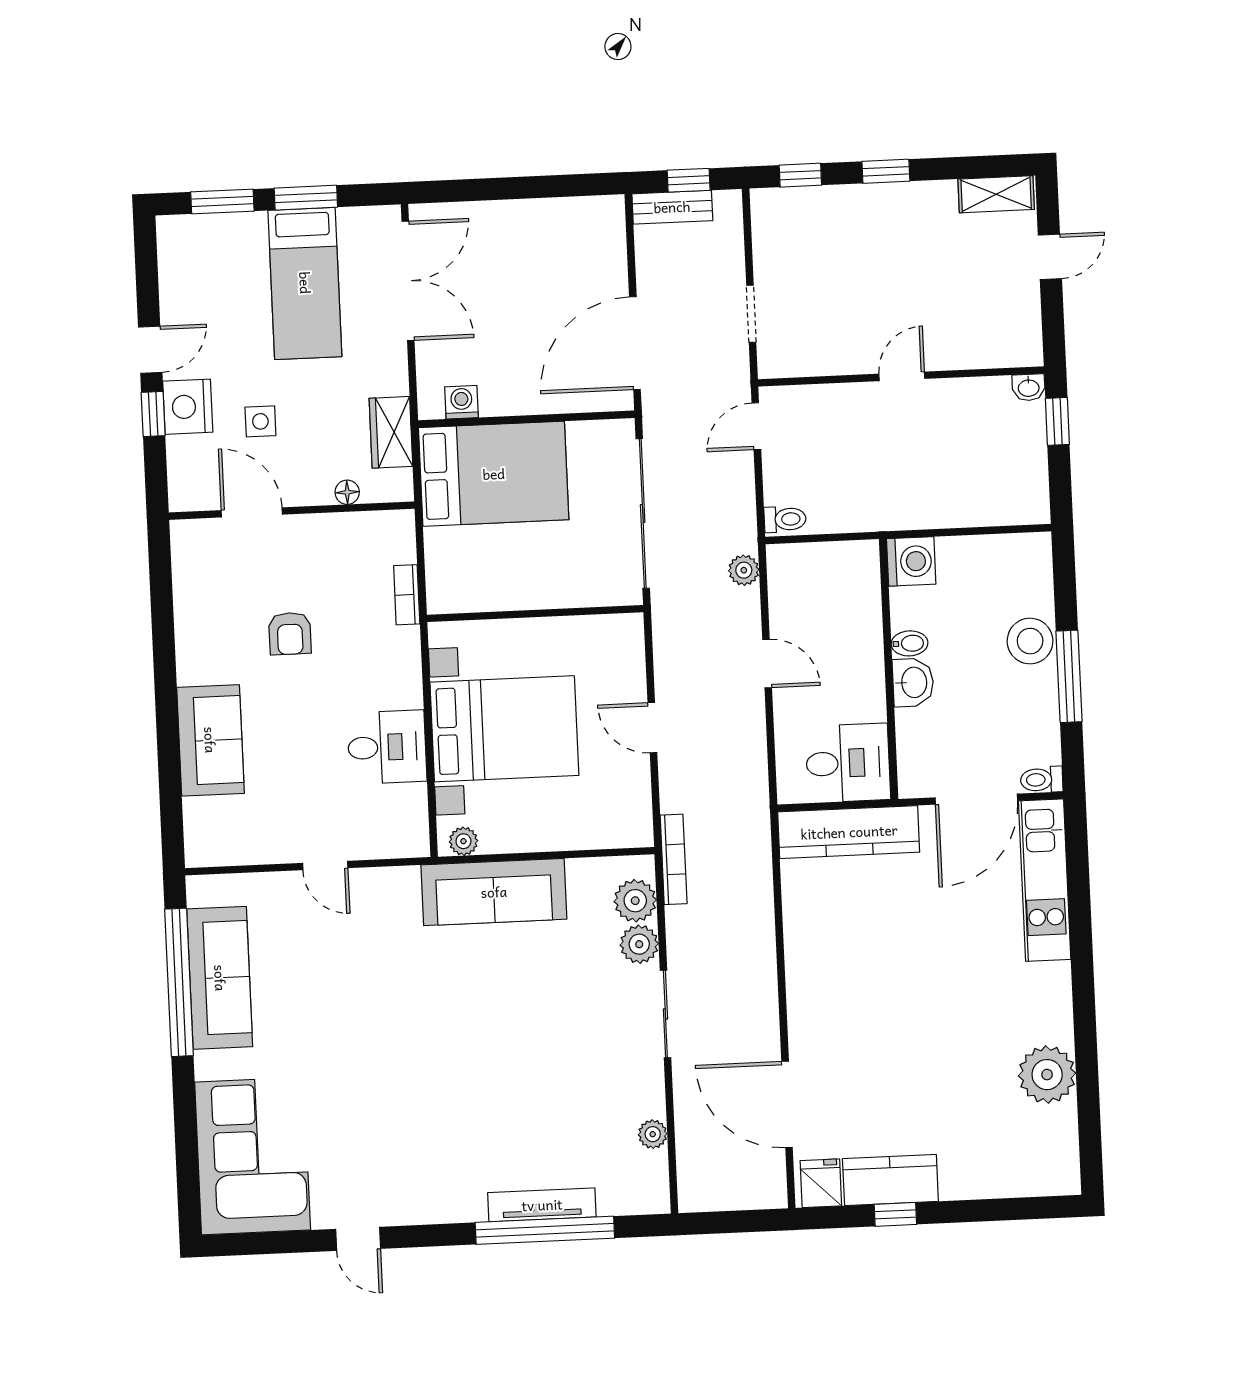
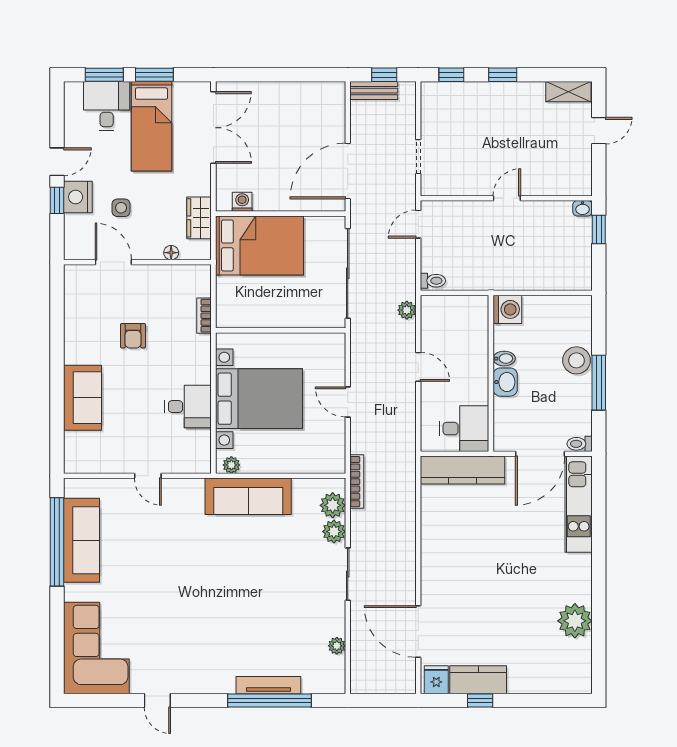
desk: (229, 253) -> (107, 106), added

